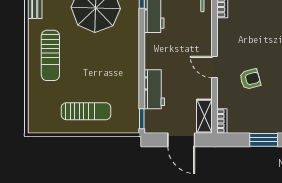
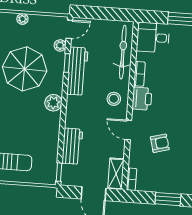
printer: (227, 31) -> (142, 99), added
stool: (196, 34) -> (114, 99), added
plant: (130, 43) -> (53, 103), added

